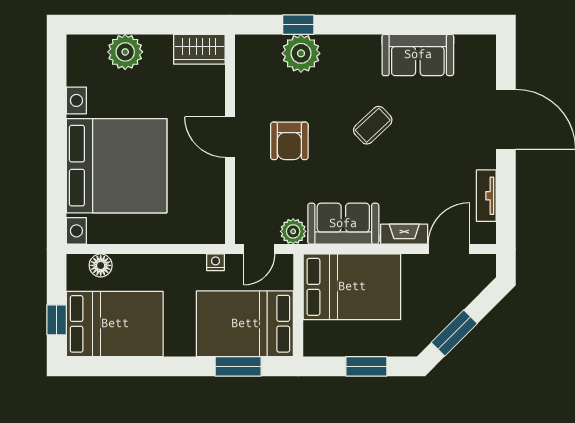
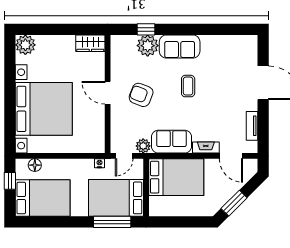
plant: (125, 52) -> (25, 45), moved
sofa: (418, 55) -> (180, 47), moved
coffee table: (373, 125) -> (188, 86), turned -47
armchair: (289, 141) -> (141, 95), turned 111
door: (449, 249) -> (231, 156), swing flipped
window: (57, 320) -> (10, 181), moved
window: (238, 366) -> (112, 222), width x1.44
window: (366, 366) -> (184, 222), removed

